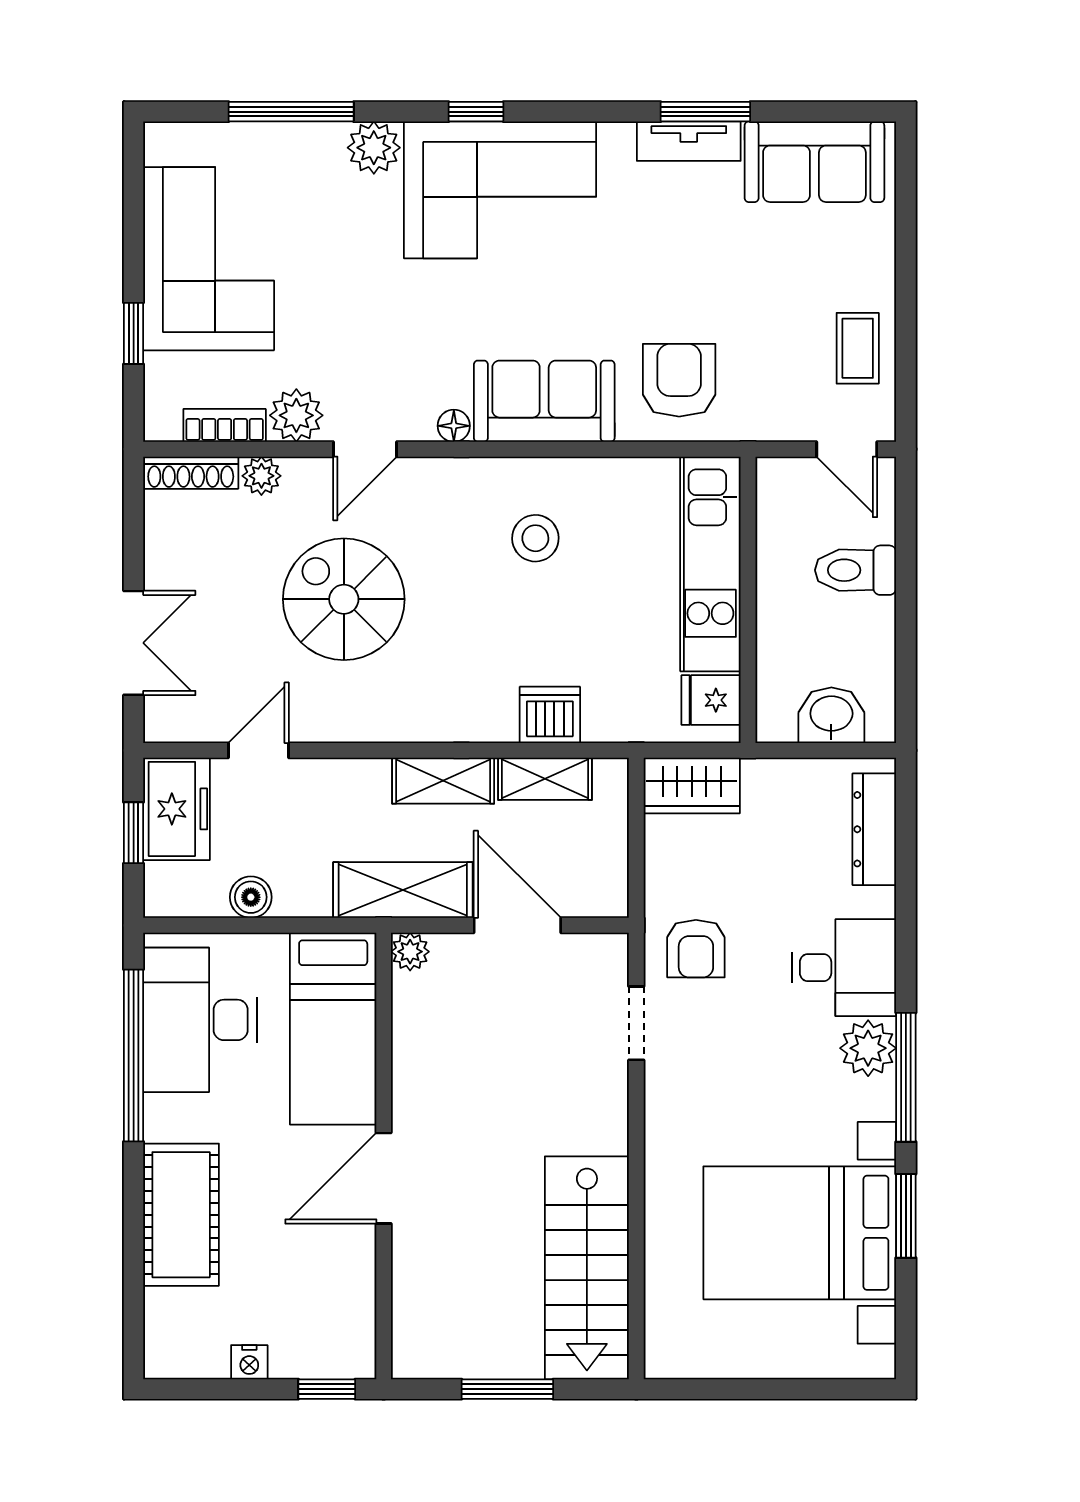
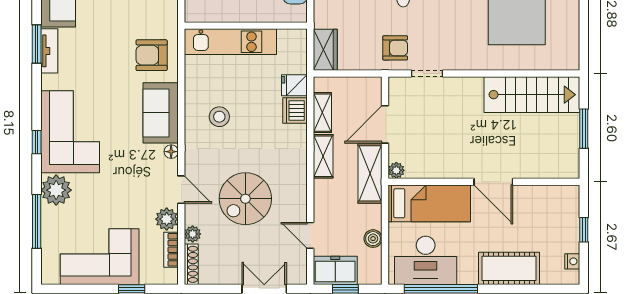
plant: (374, 148) -> (56, 190), width x1.36, depth x1.36
fridge: (711, 700) -> (294, 85), moved, turned 90
nightstand: (249, 1362) -> (572, 261), moved
window: (327, 1389) -> (584, 230), moved

